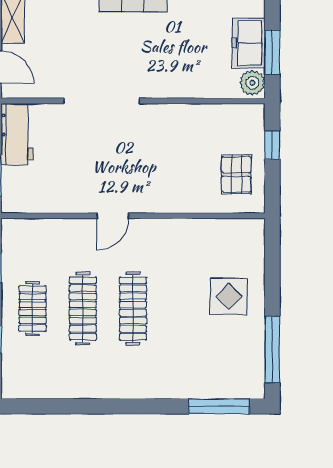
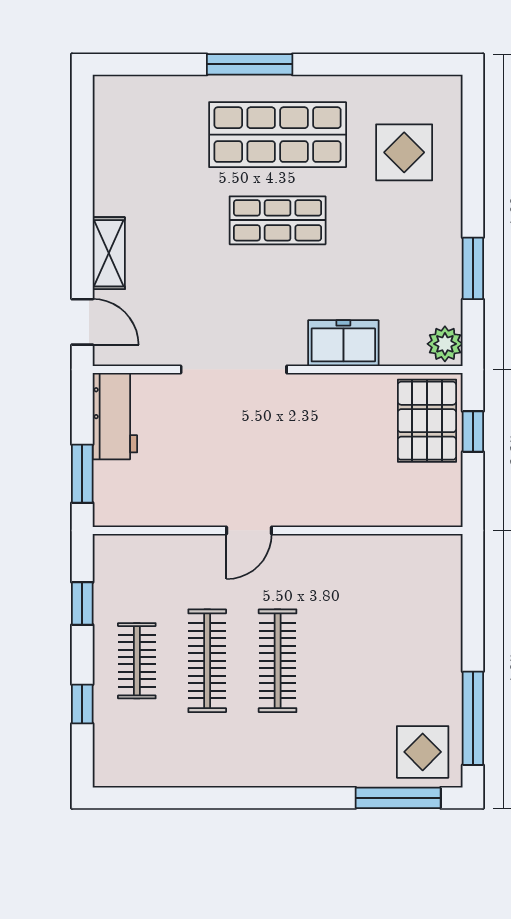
freezer: (249, 43) -> (343, 343), moved, turned 90
window: (272, 52) -> (473, 268), moved
pallet: (236, 174) -> (427, 421), moved, width x1.50, depth x1.42
display table: (229, 296) -> (423, 752), moved

